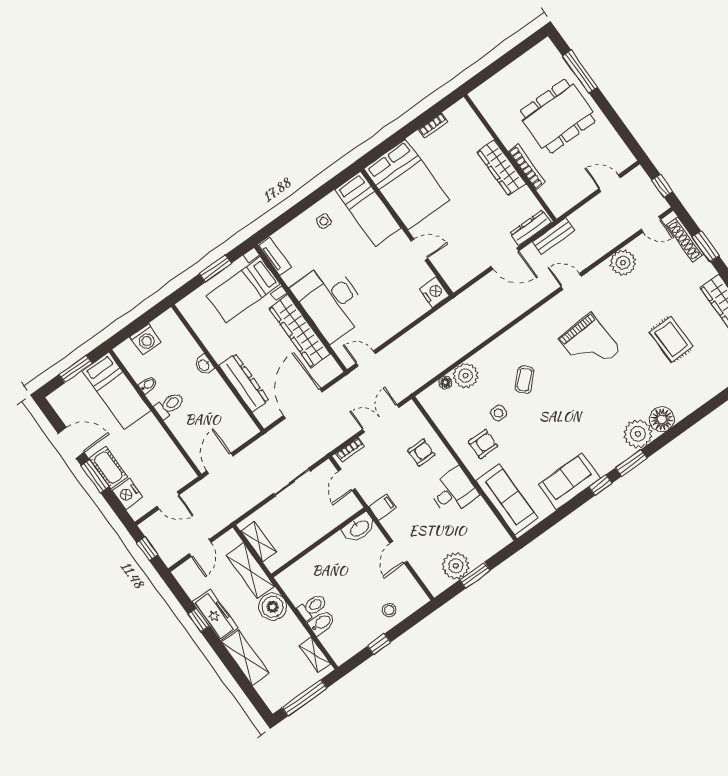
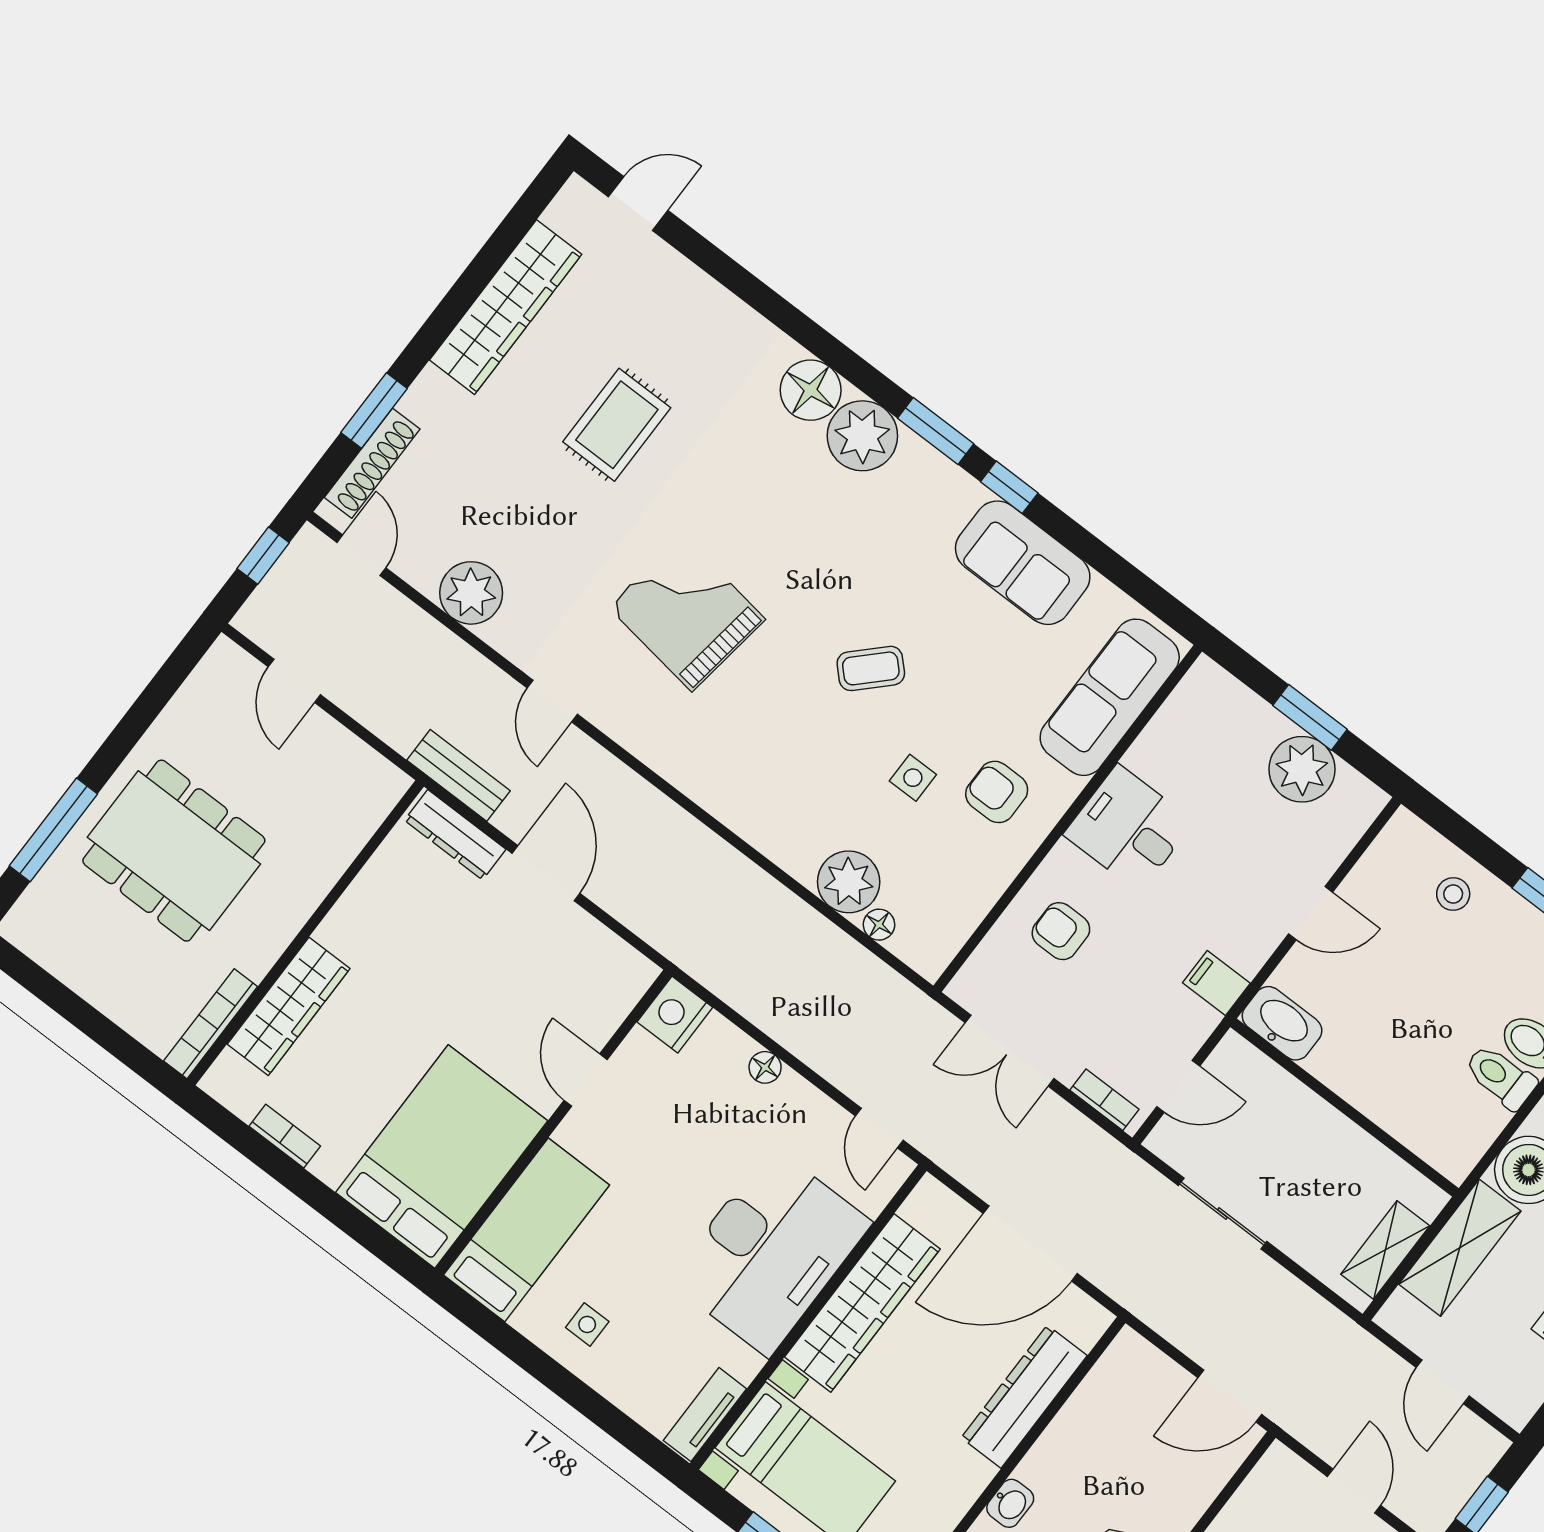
bookcase: (527, 167) -> (211, 1024), moved
wardrobe: (501, 168) -> (289, 1006), moved
floor lamp: (403, 321) -> (765, 1067), added
grand piano: (590, 344) -> (687, 613), turned -79
coffee table: (525, 380) -> (871, 668), moved
door: (200, 548) -> (1443, 1382), swing flipped

